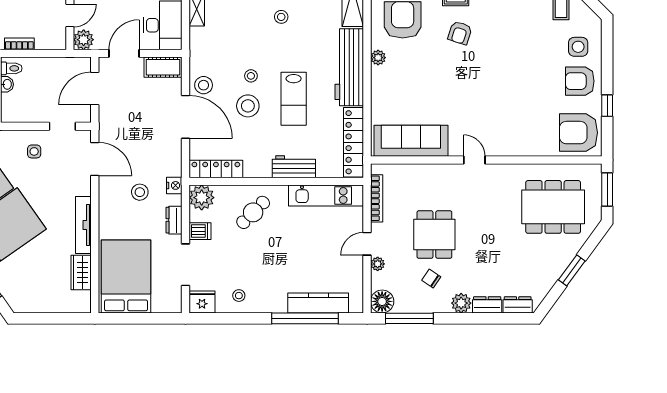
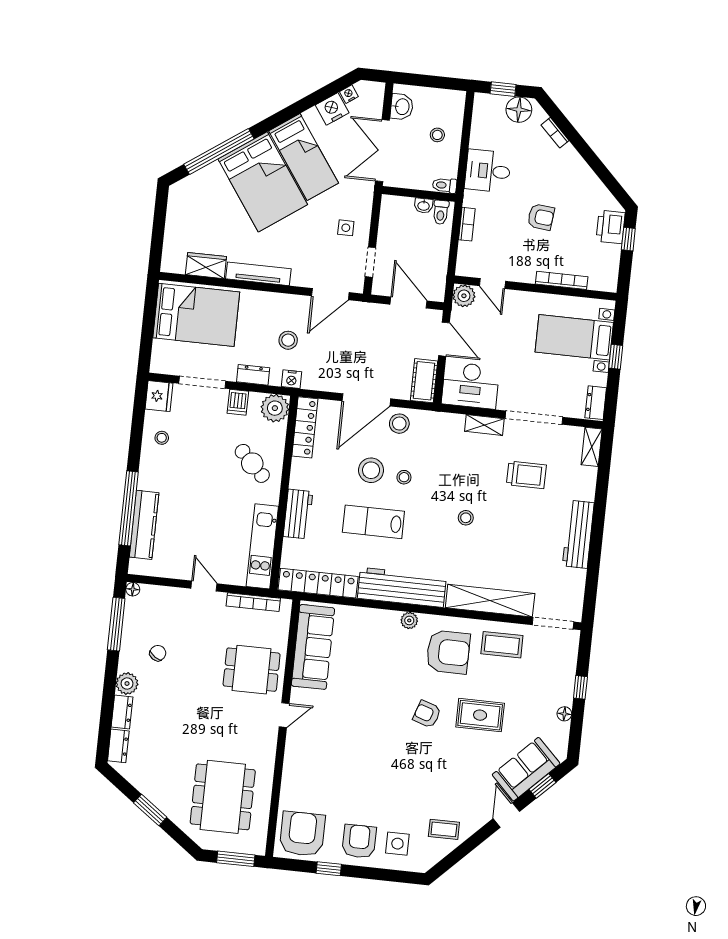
dining table: (434, 235) -> (252, 670), moved
plant: (378, 264) -> (180, 595), removed
floor lamp: (382, 301) -> (133, 589), width x0.53, depth x0.53

